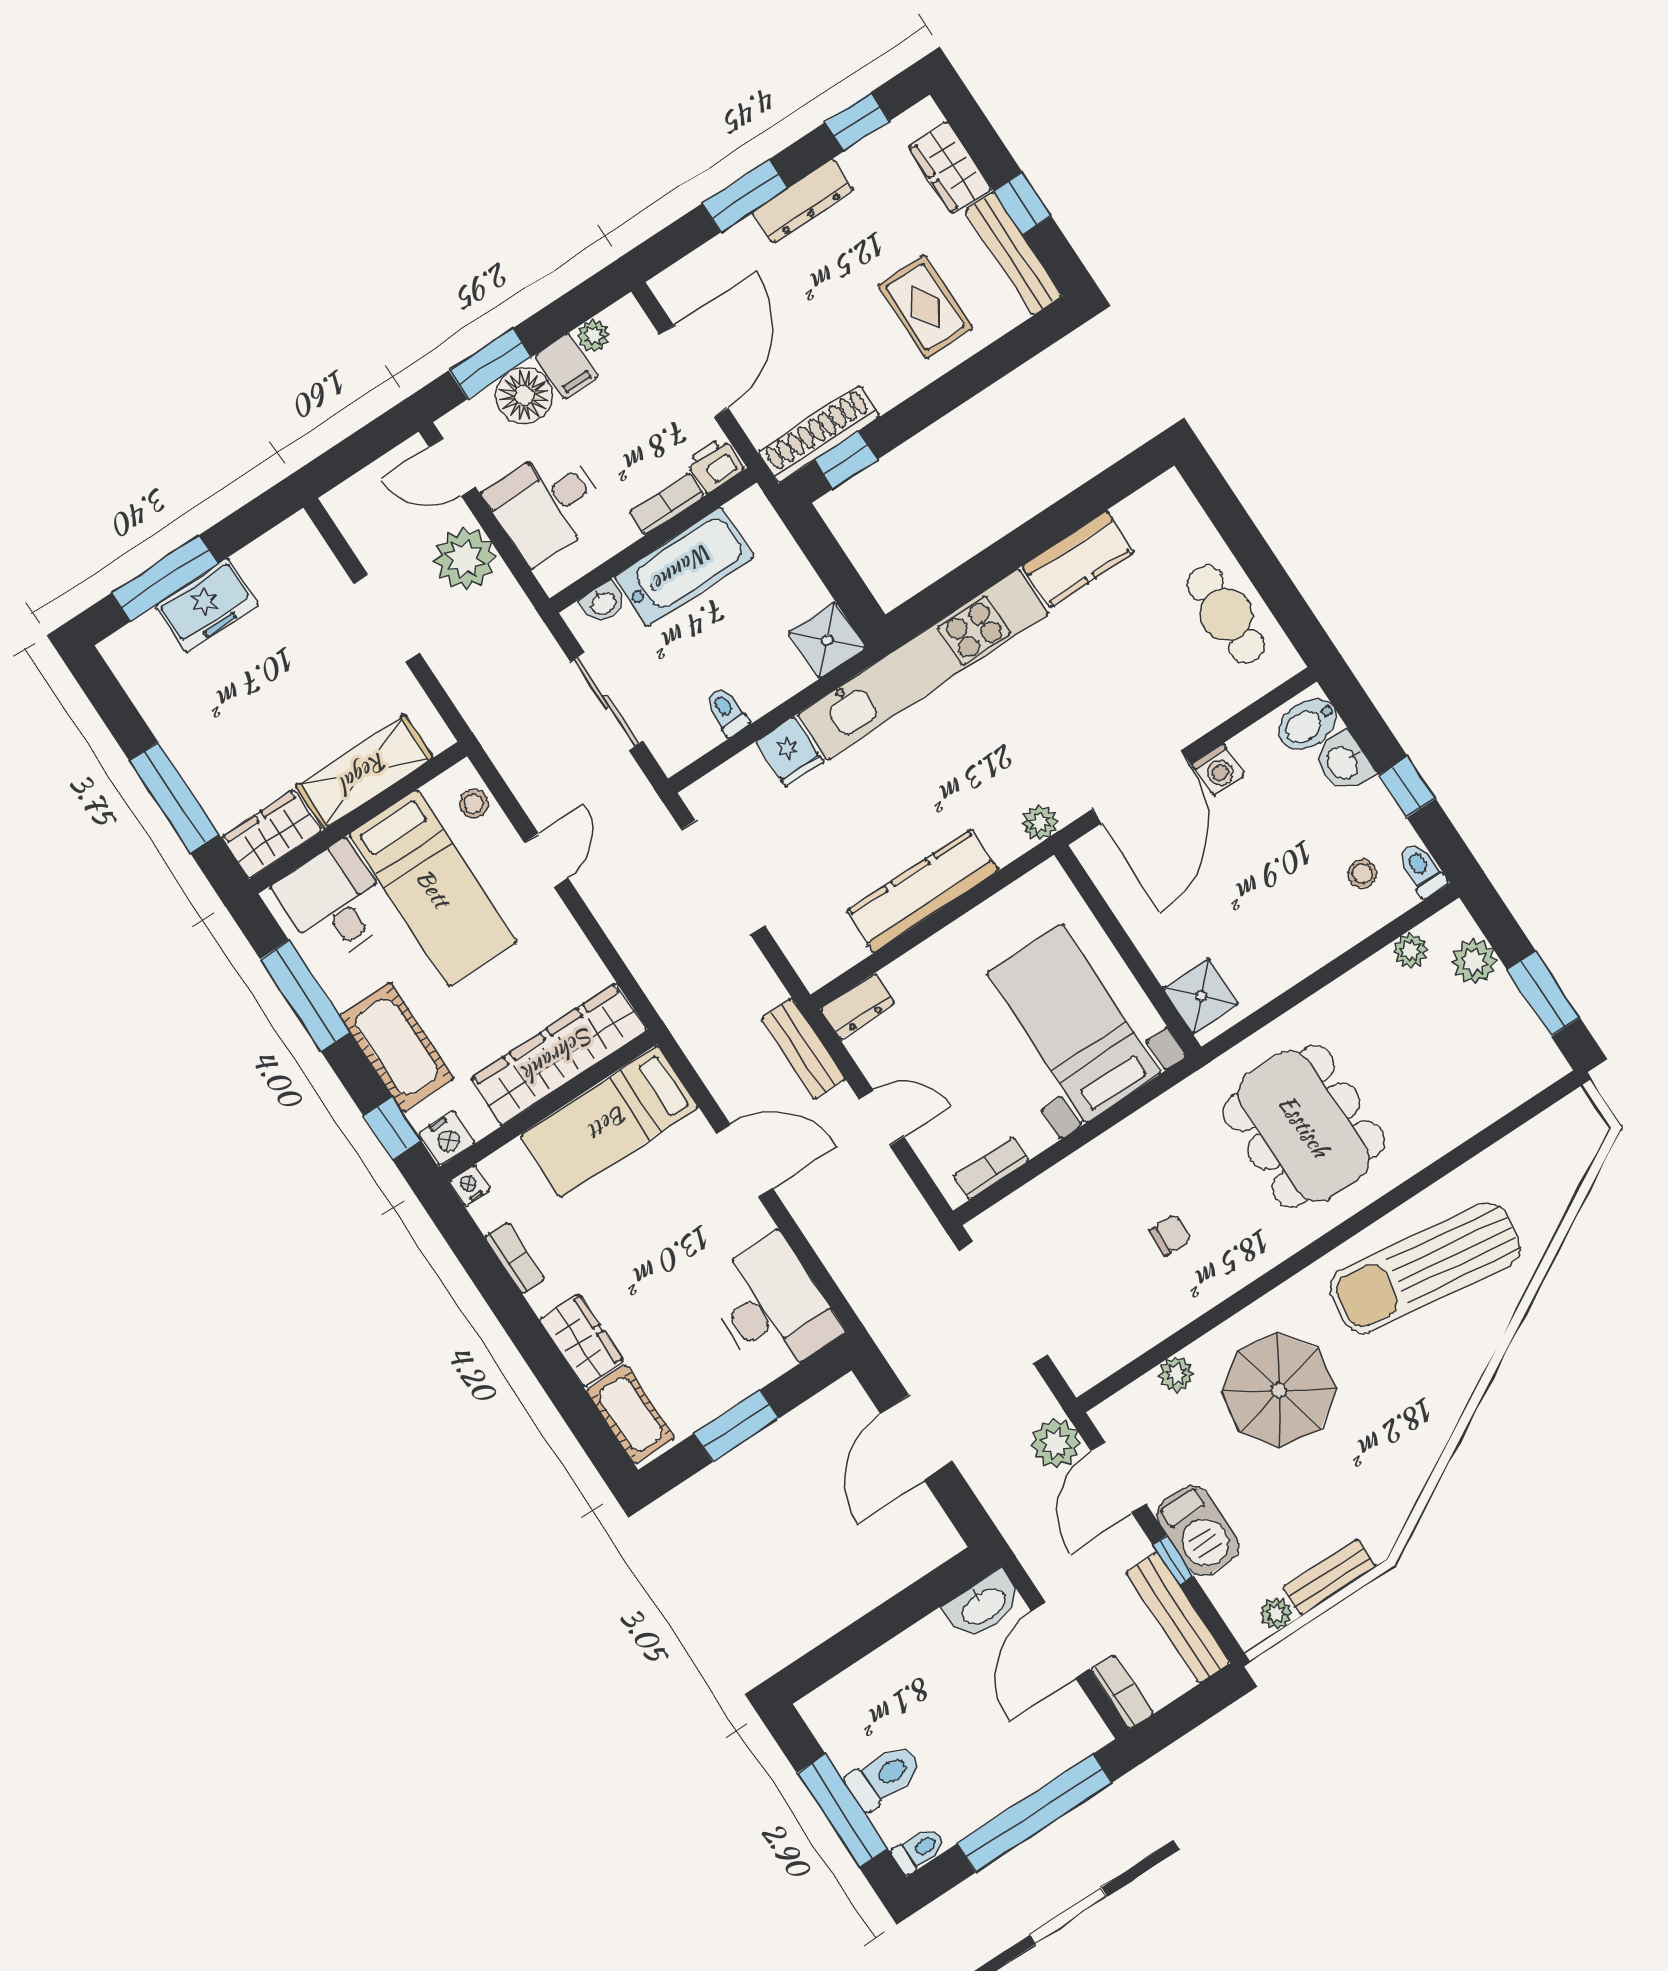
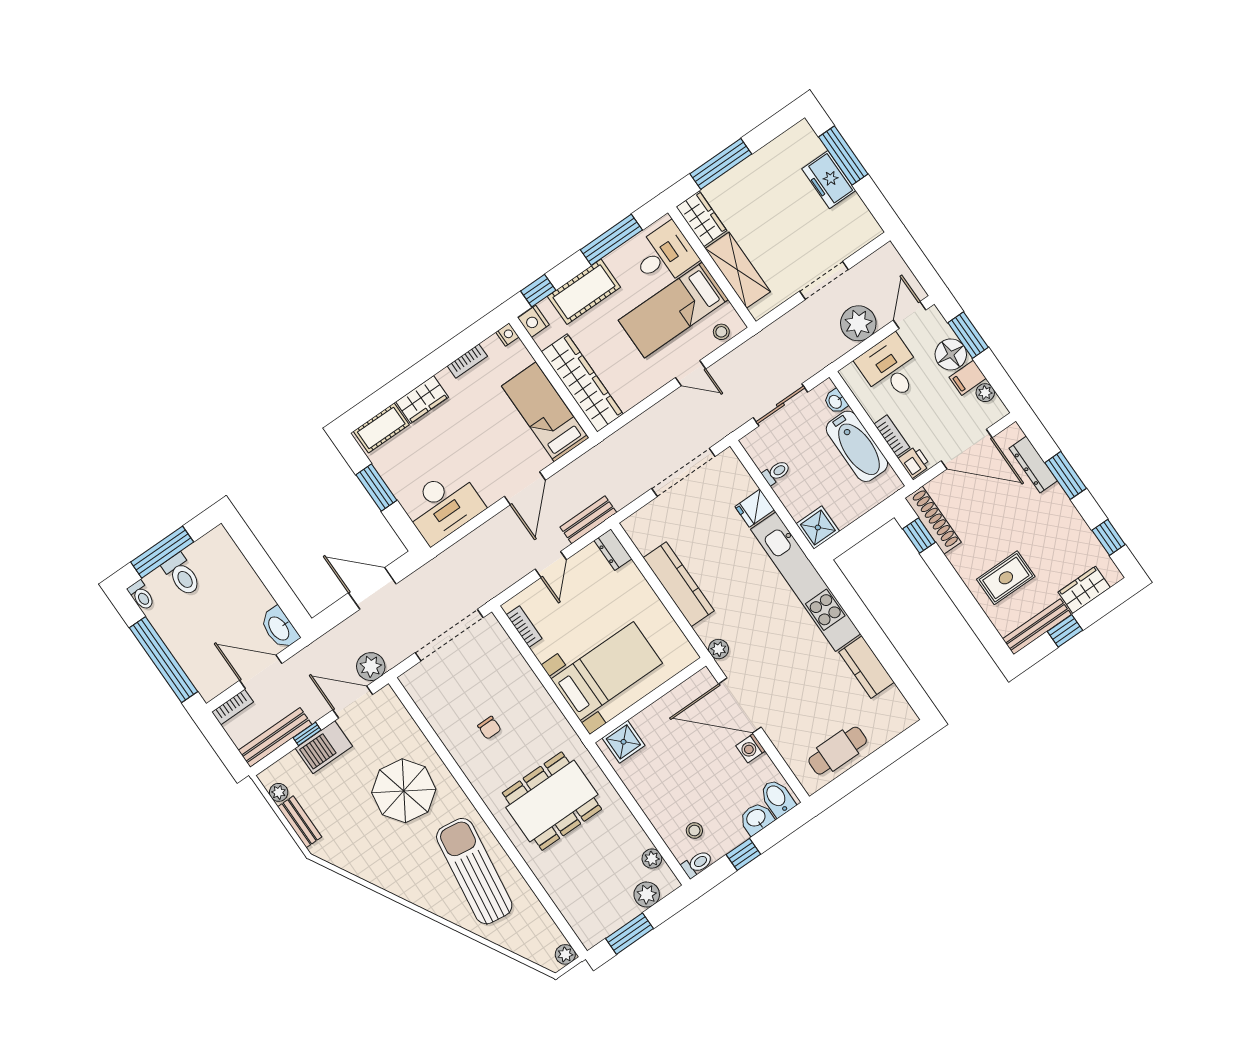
dresser: (803, 201) -> (1033, 464), moved
plant: (1176, 1374) -> (565, 954), moved

